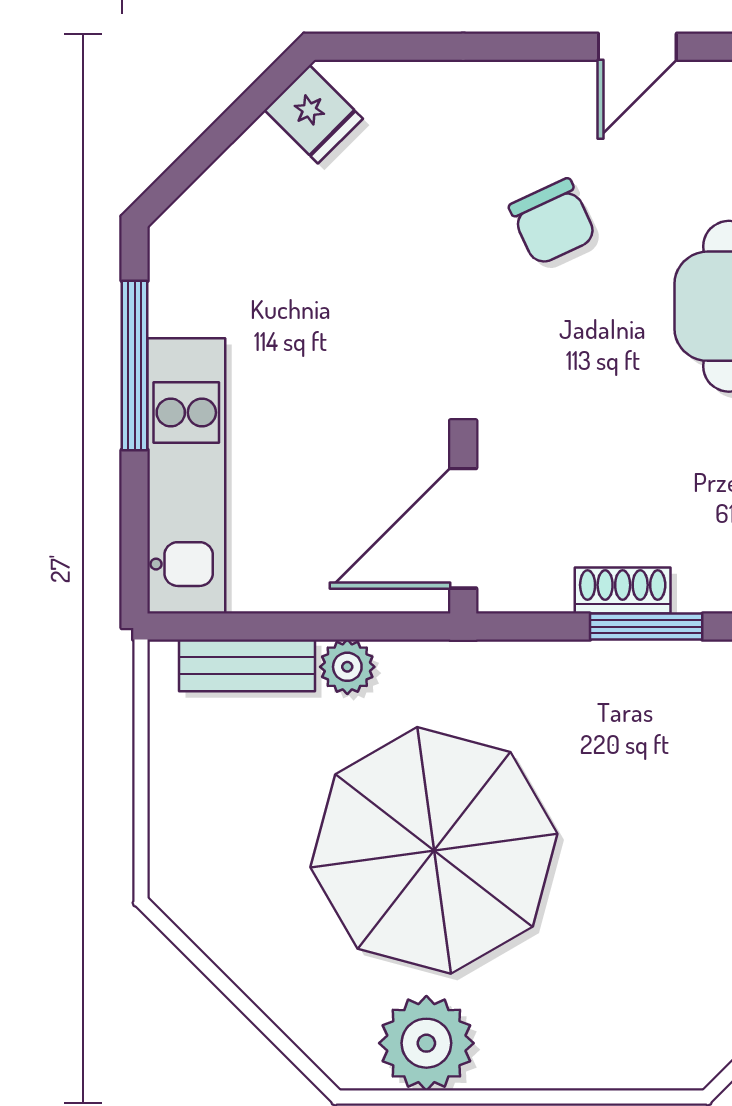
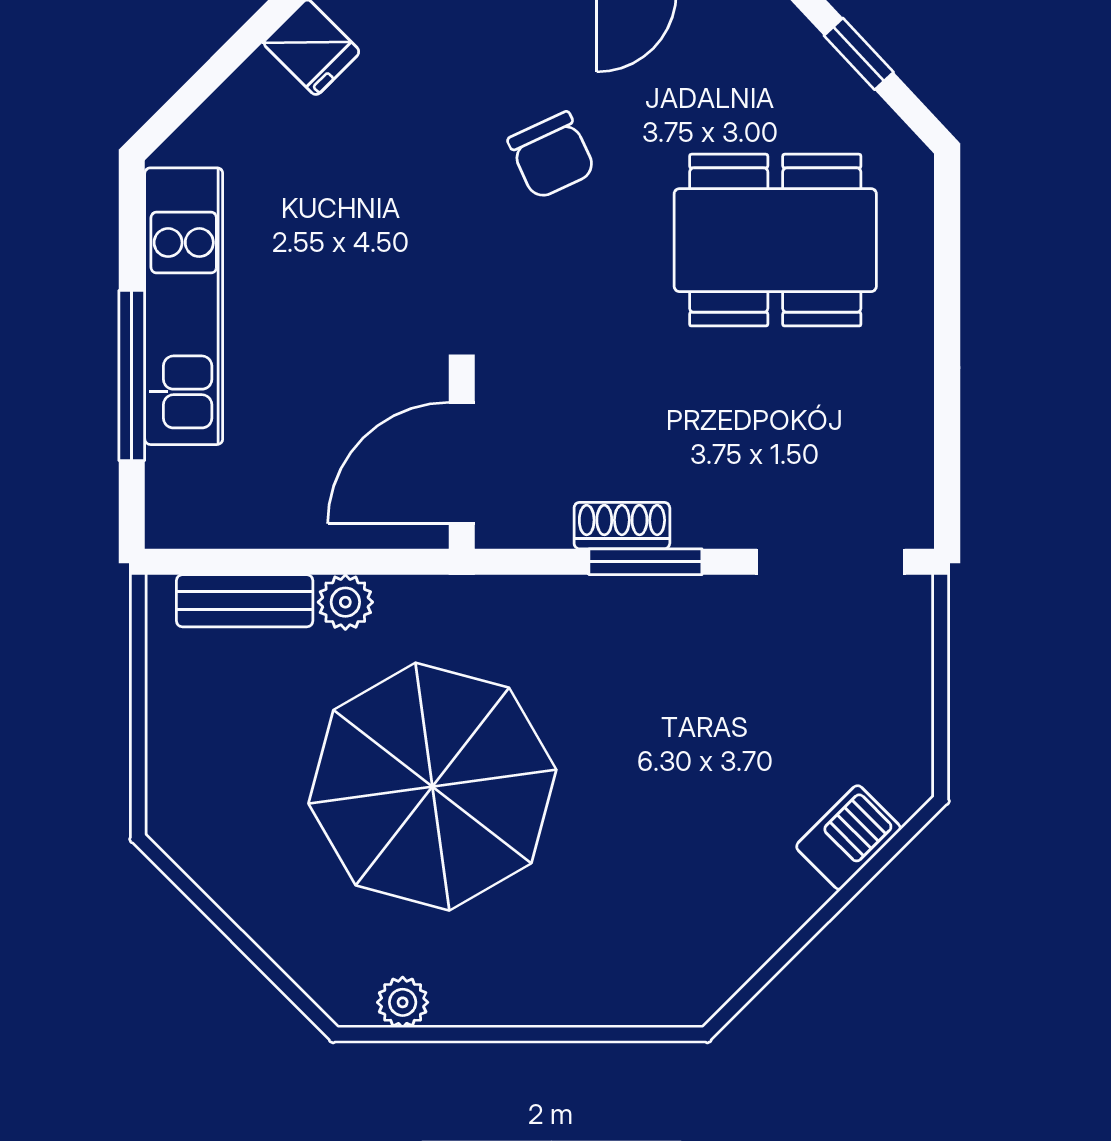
window: (135, 365) -> (132, 376), moved
kitchen unit: (186, 476) -> (184, 306), moved
plant: (426, 1043) -> (403, 1002), width x0.53, depth x0.53

